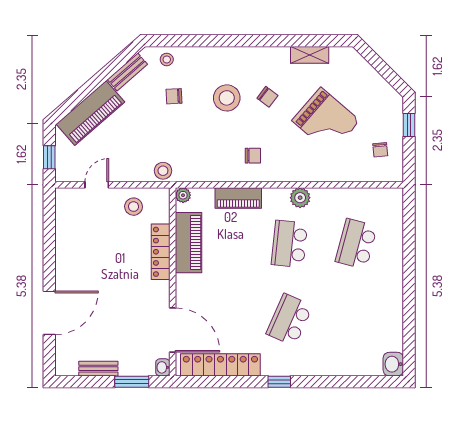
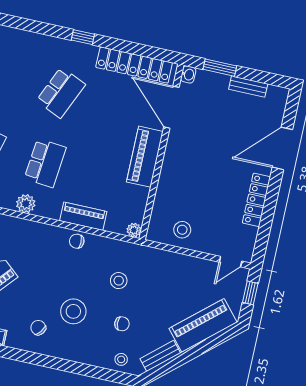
chair: (267, 97) -> (38, 328), moved
chair: (253, 156) -> (77, 241), moved
stool: (163, 171) -> (119, 281), moved
door: (97, 185) -> (231, 262), moved
piano: (189, 243) -> (145, 157), moved
locker: (161, 252) -> (256, 200), moved, turned 180

